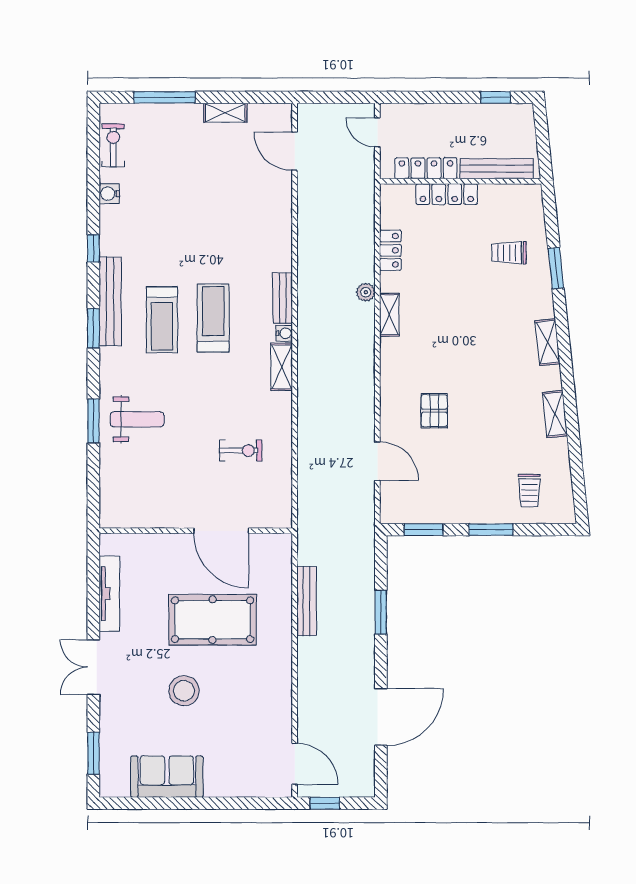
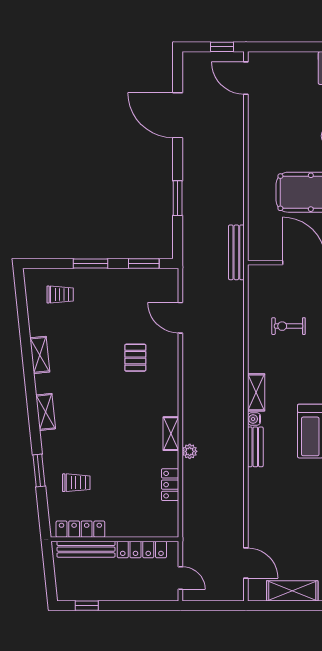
shelving: (225, 113) -> (292, 591), width x1.50, depth x1.33
locker: (447, 194) -> (80, 529), moved
trolley: (529, 490) -> (60, 295), turned 90
bench: (307, 601) -> (236, 252), moved
door: (381, 717) -> (178, 115), hinge flipped

